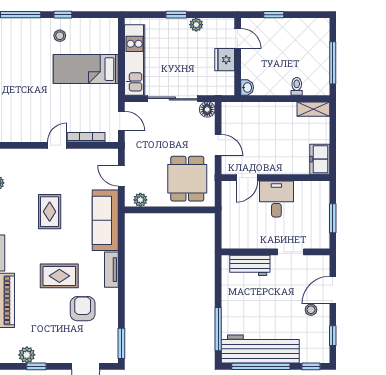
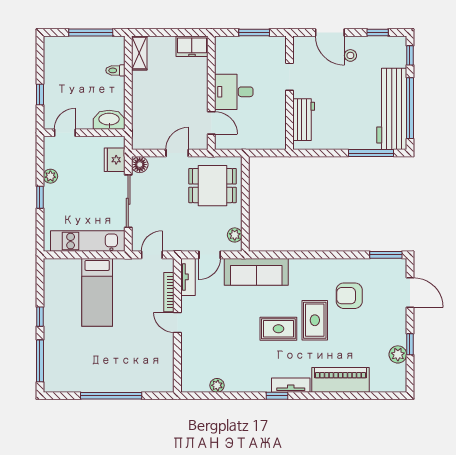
stool: (60, 36) -> (62, 320), removed
fridge: (225, 60) -> (115, 160), moved, turned 90
washbasin: (247, 87) -> (109, 120), width x1.91, depth x1.45
rug: (50, 212) -> (278, 329), moved
tv unit: (111, 270) -> (188, 277), moved, turned -90

